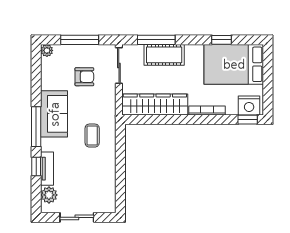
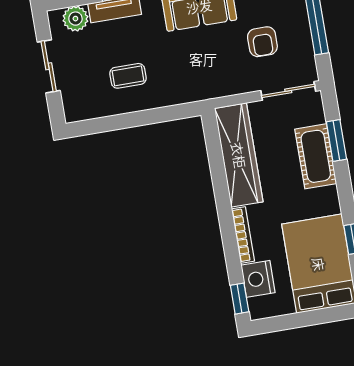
window: (156, 40) -> (336, 140), width x0.69
nightstand: (249, 105) -> (258, 279), moved
coffee table: (92, 136) -> (128, 76), moved

